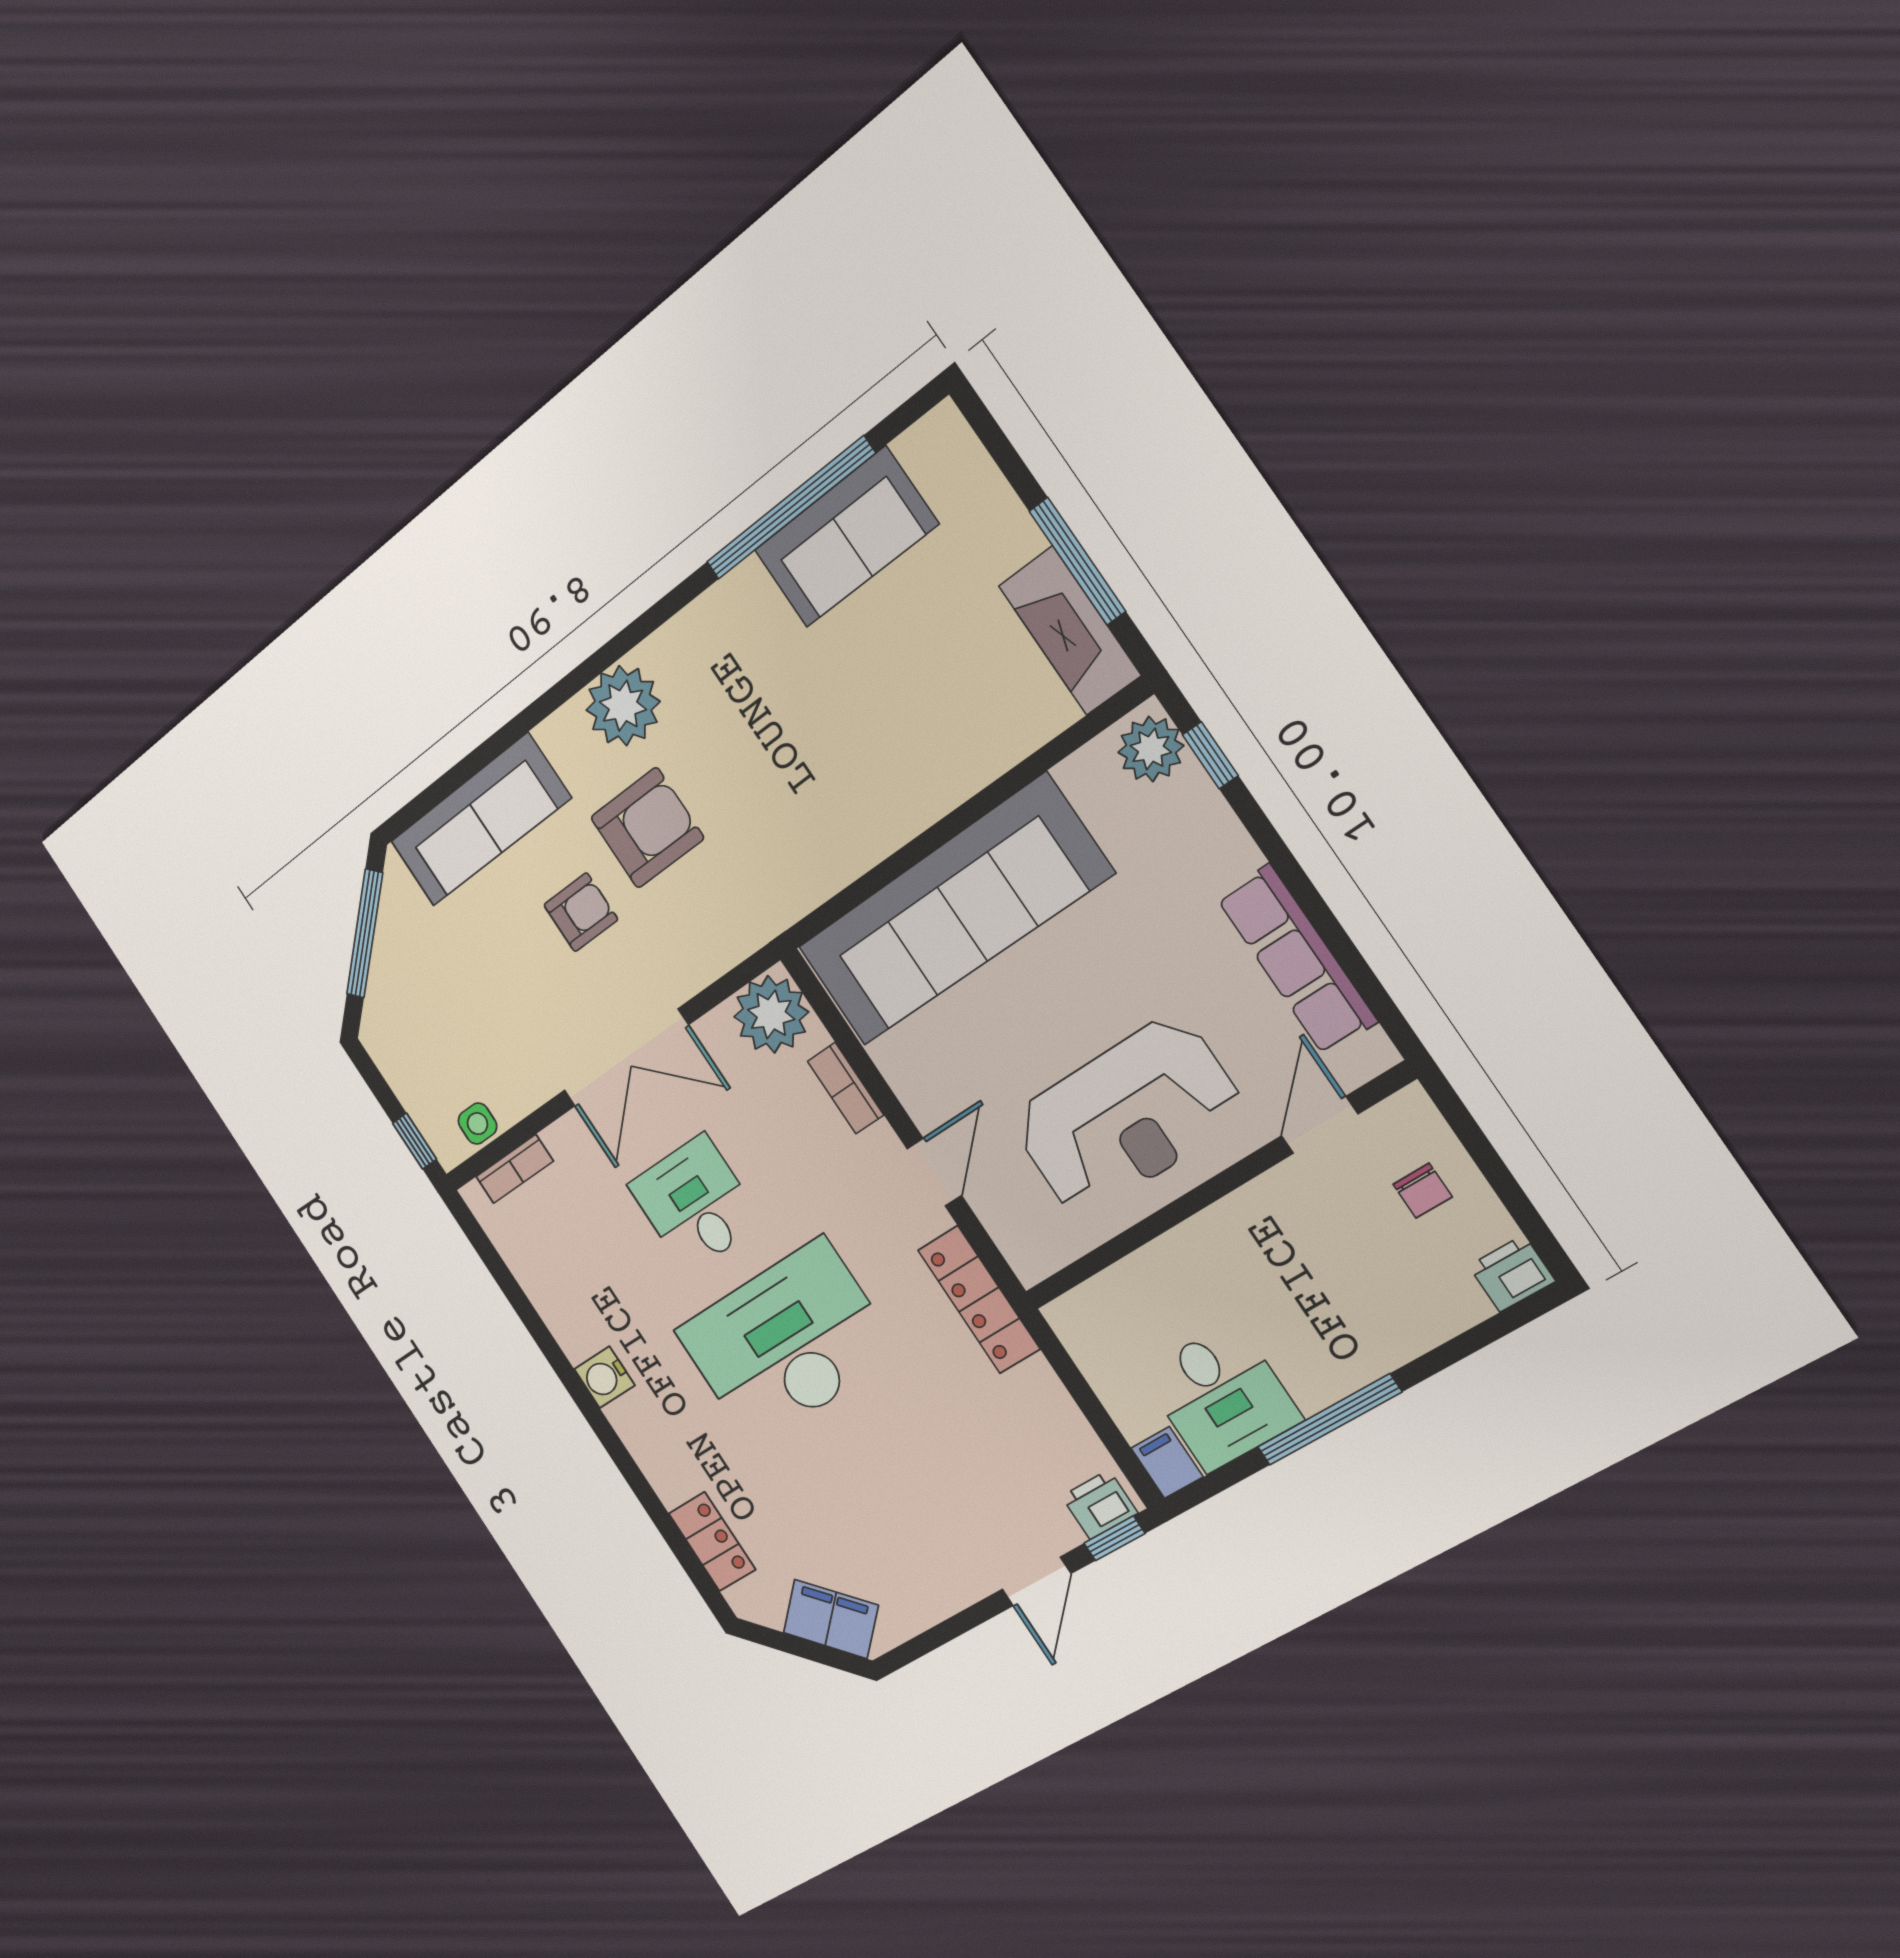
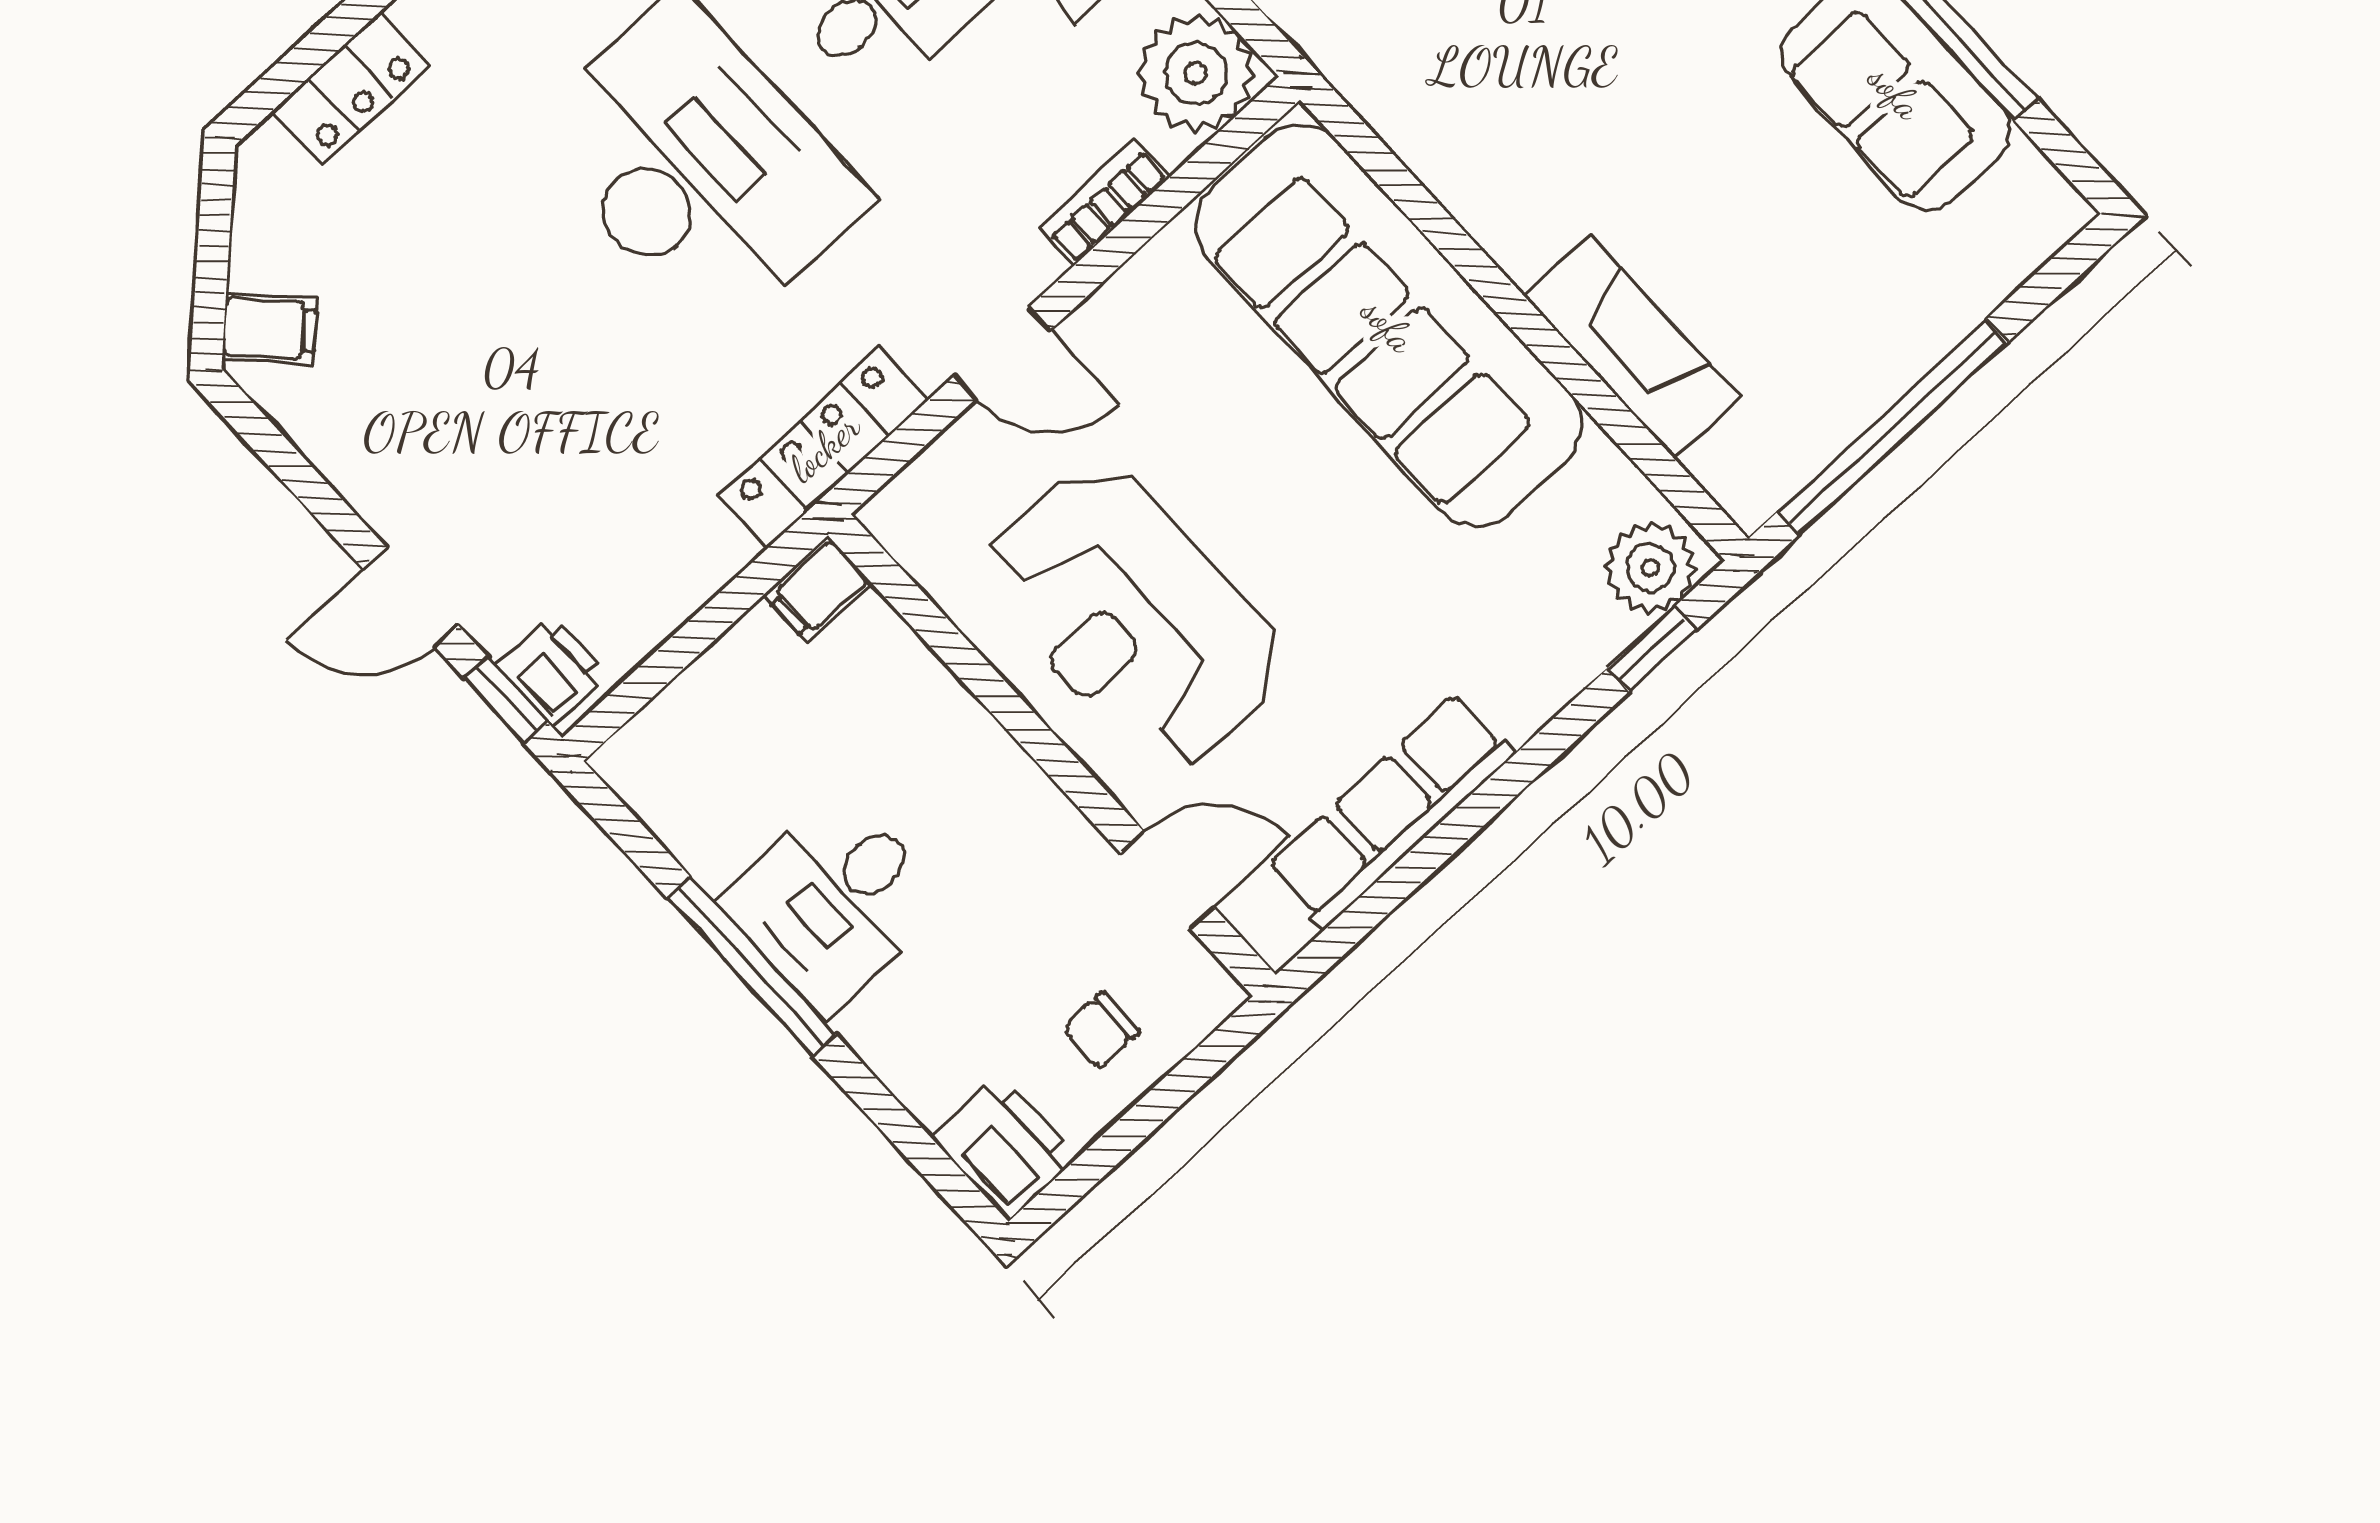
window: (1077, 561) -> (1893, 427), width x1.46
fireplace: (1070, 631) -> (1632, 347), moved, turned 90
printer: (1512, 1274) -> (1004, 1147), width x1.36, depth x1.24
desk: (1221, 1396) -> (834, 902), moved
filing cabinet: (1167, 1462) -> (818, 589), moved, turned 180
filing cabinet: (831, 1619) -> (270, 328), width x0.50

